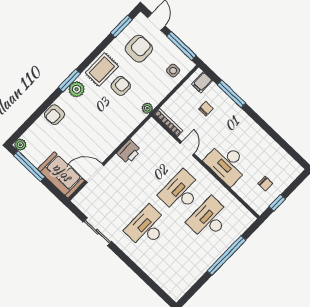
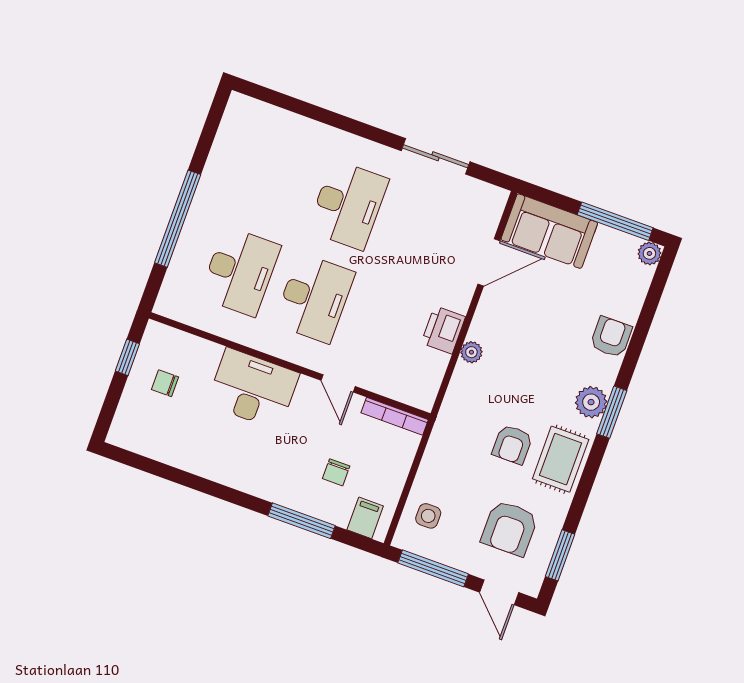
plant: (147, 108) -> (471, 352), moved

